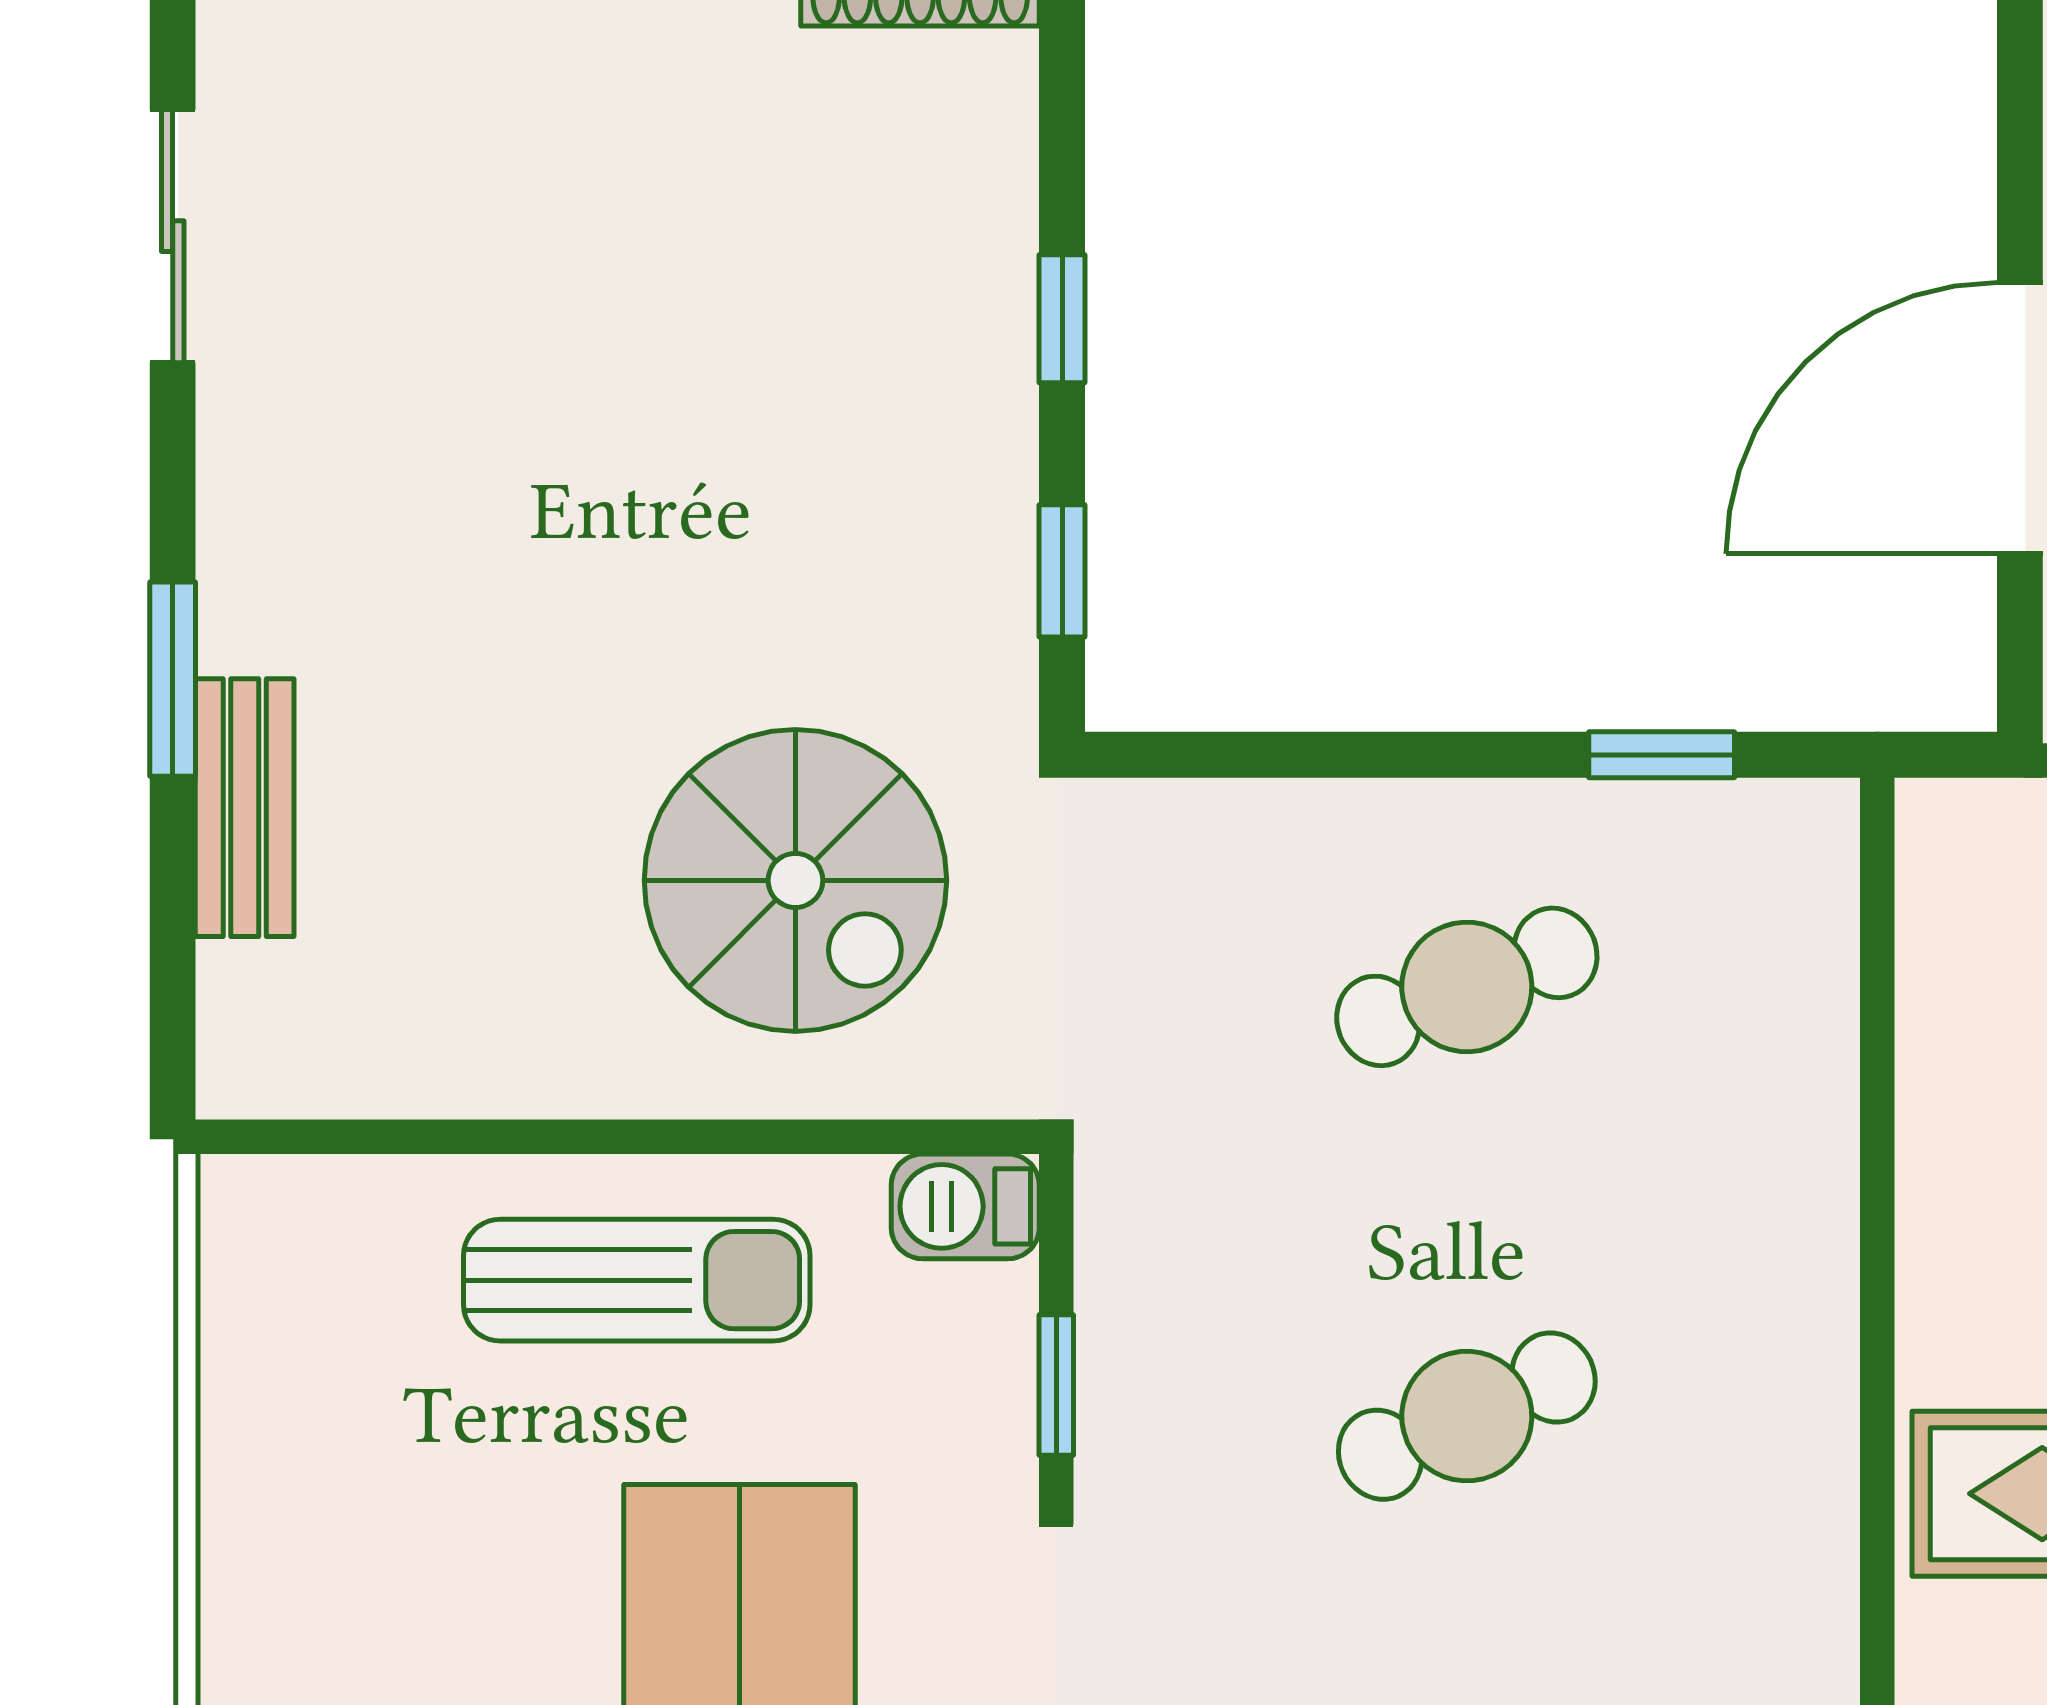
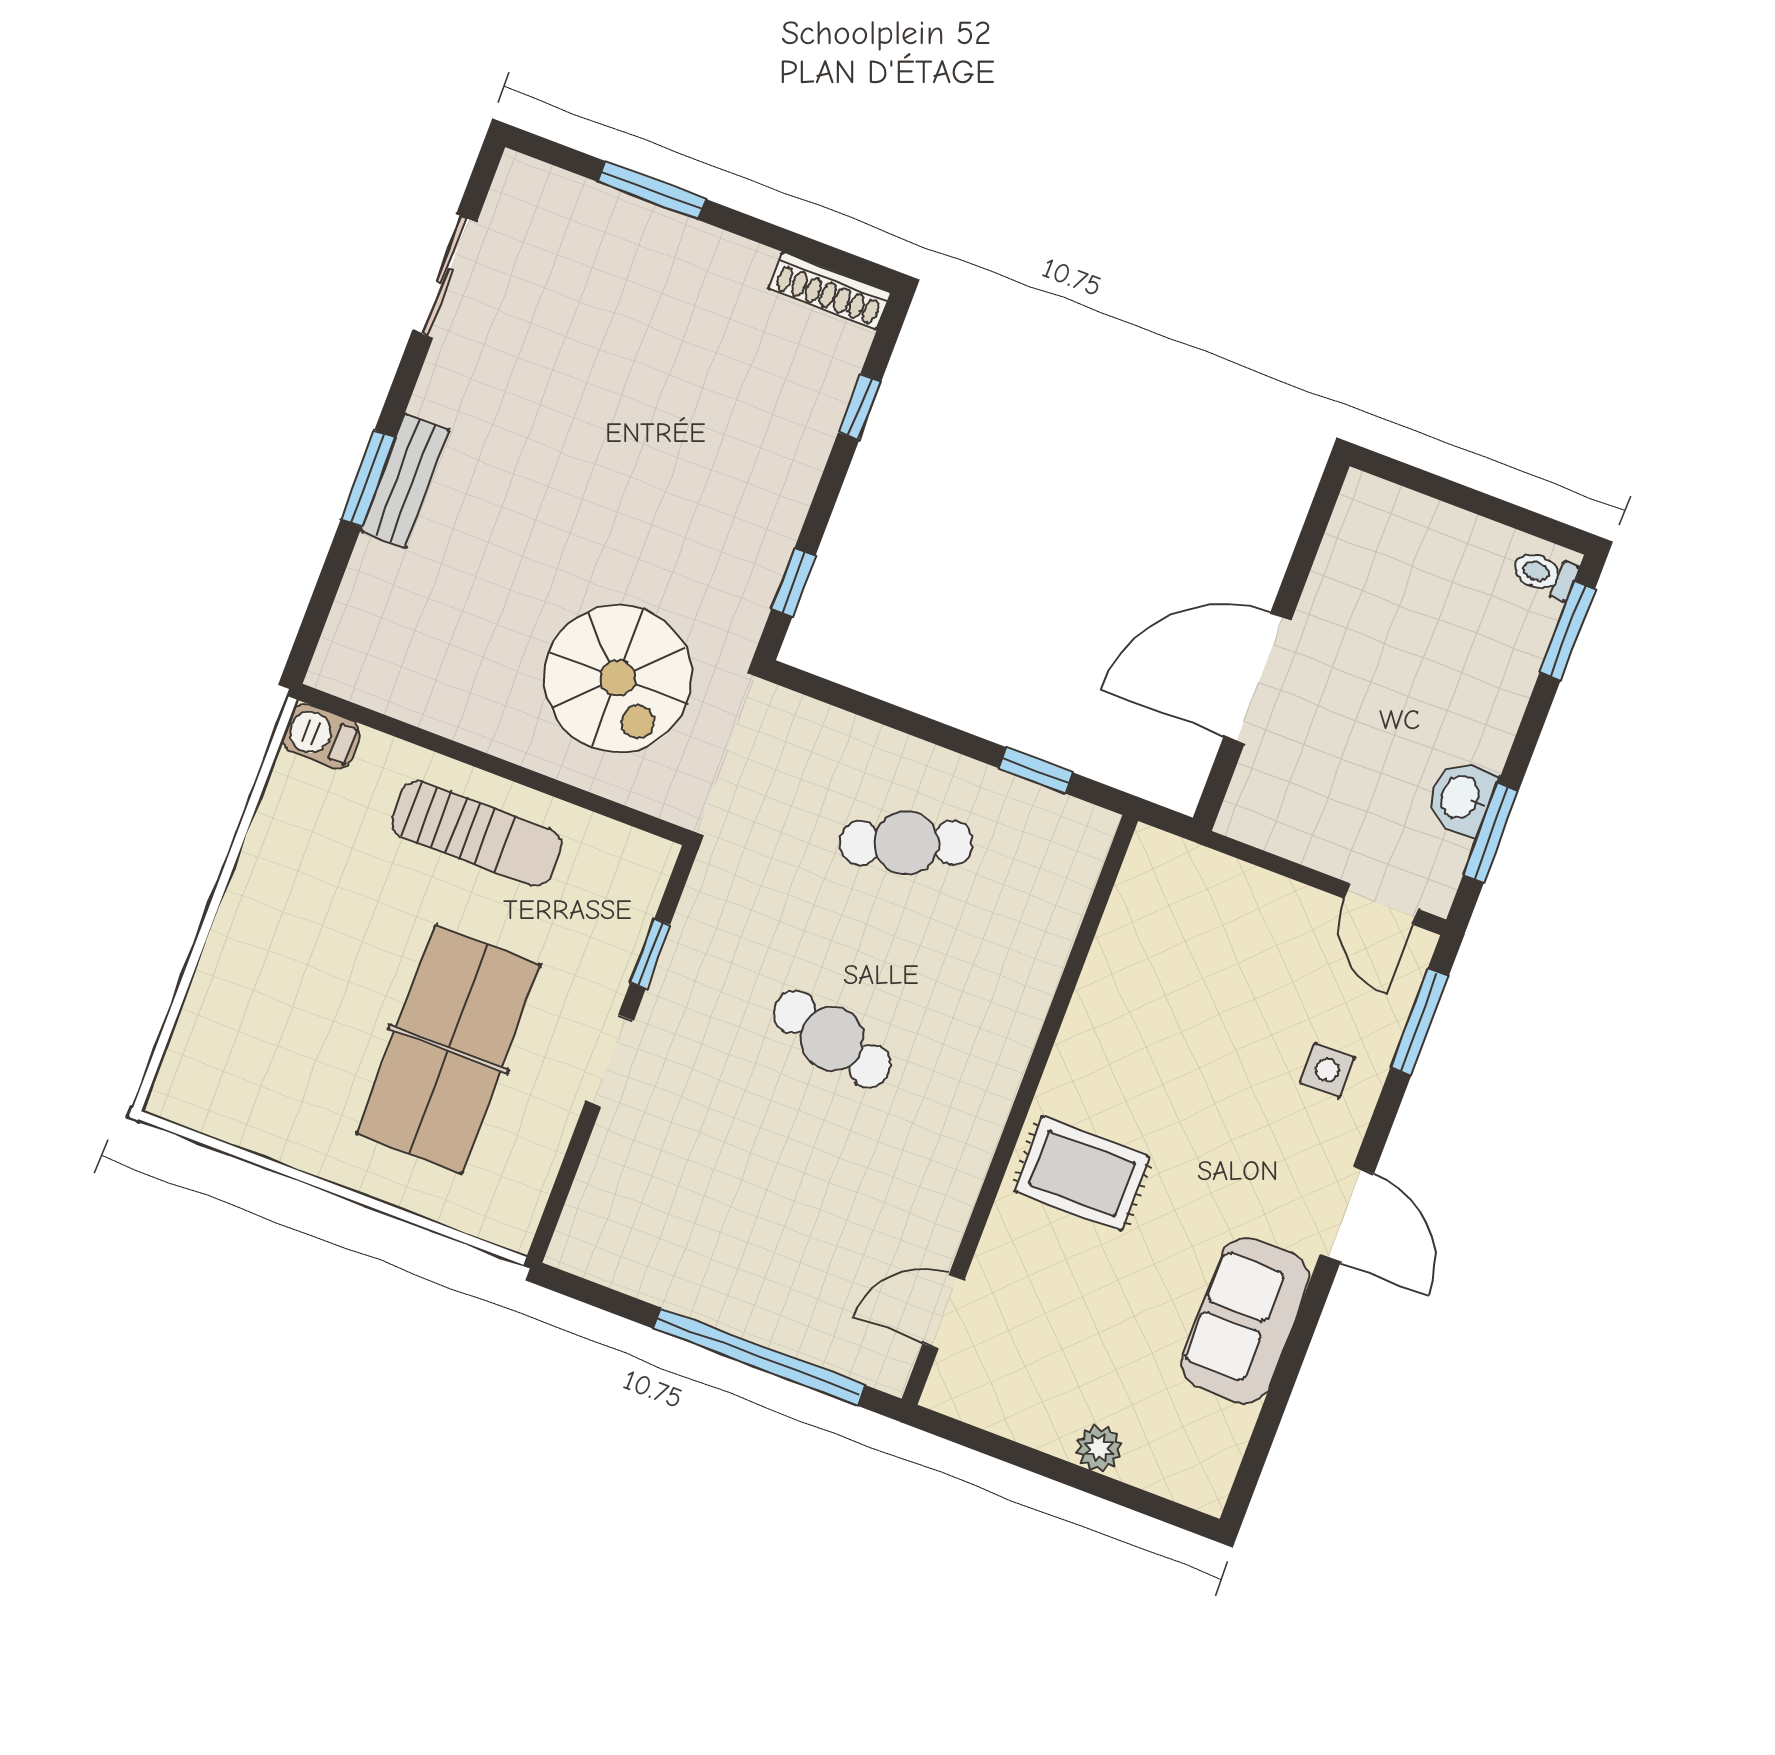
window: (1062, 319) -> (860, 407), moved
bench: (245, 808) -> (405, 481), moved
barbecue: (965, 1206) -> (321, 736), moved
cafe table: (1467, 1416) -> (832, 1039), turned 39

